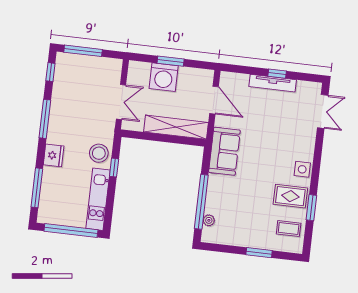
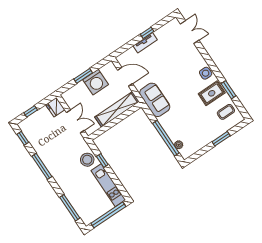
window: (83, 51) -> (31, 111), width x0.46
washing machine: (164, 77) -> (96, 82), moved
tv unit: (273, 83) -> (145, 43), width x0.71
fridge: (54, 155) -> (55, 107), moved, turned 180

